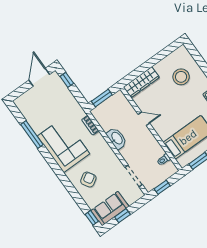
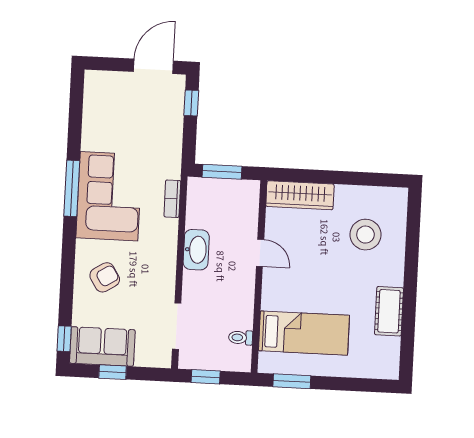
window: (32, 135) -> (72, 188), moved

